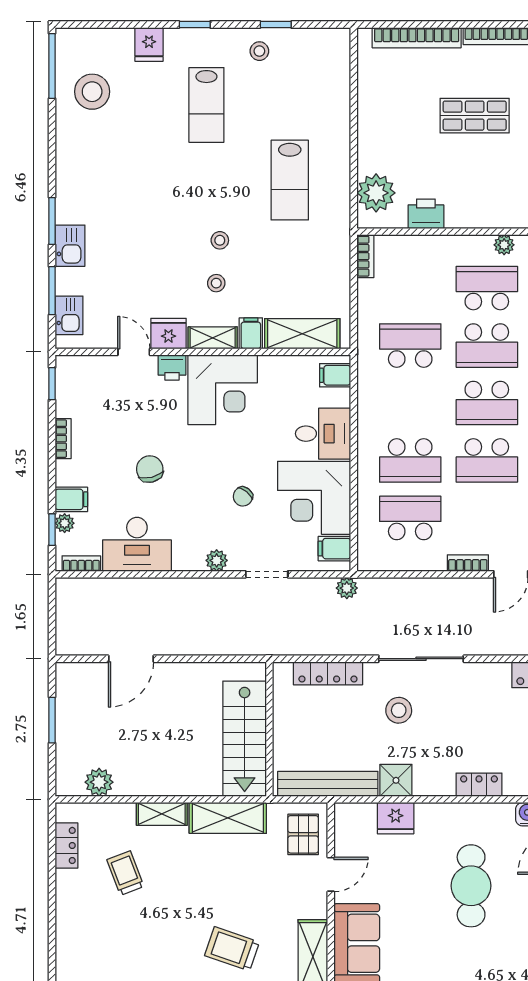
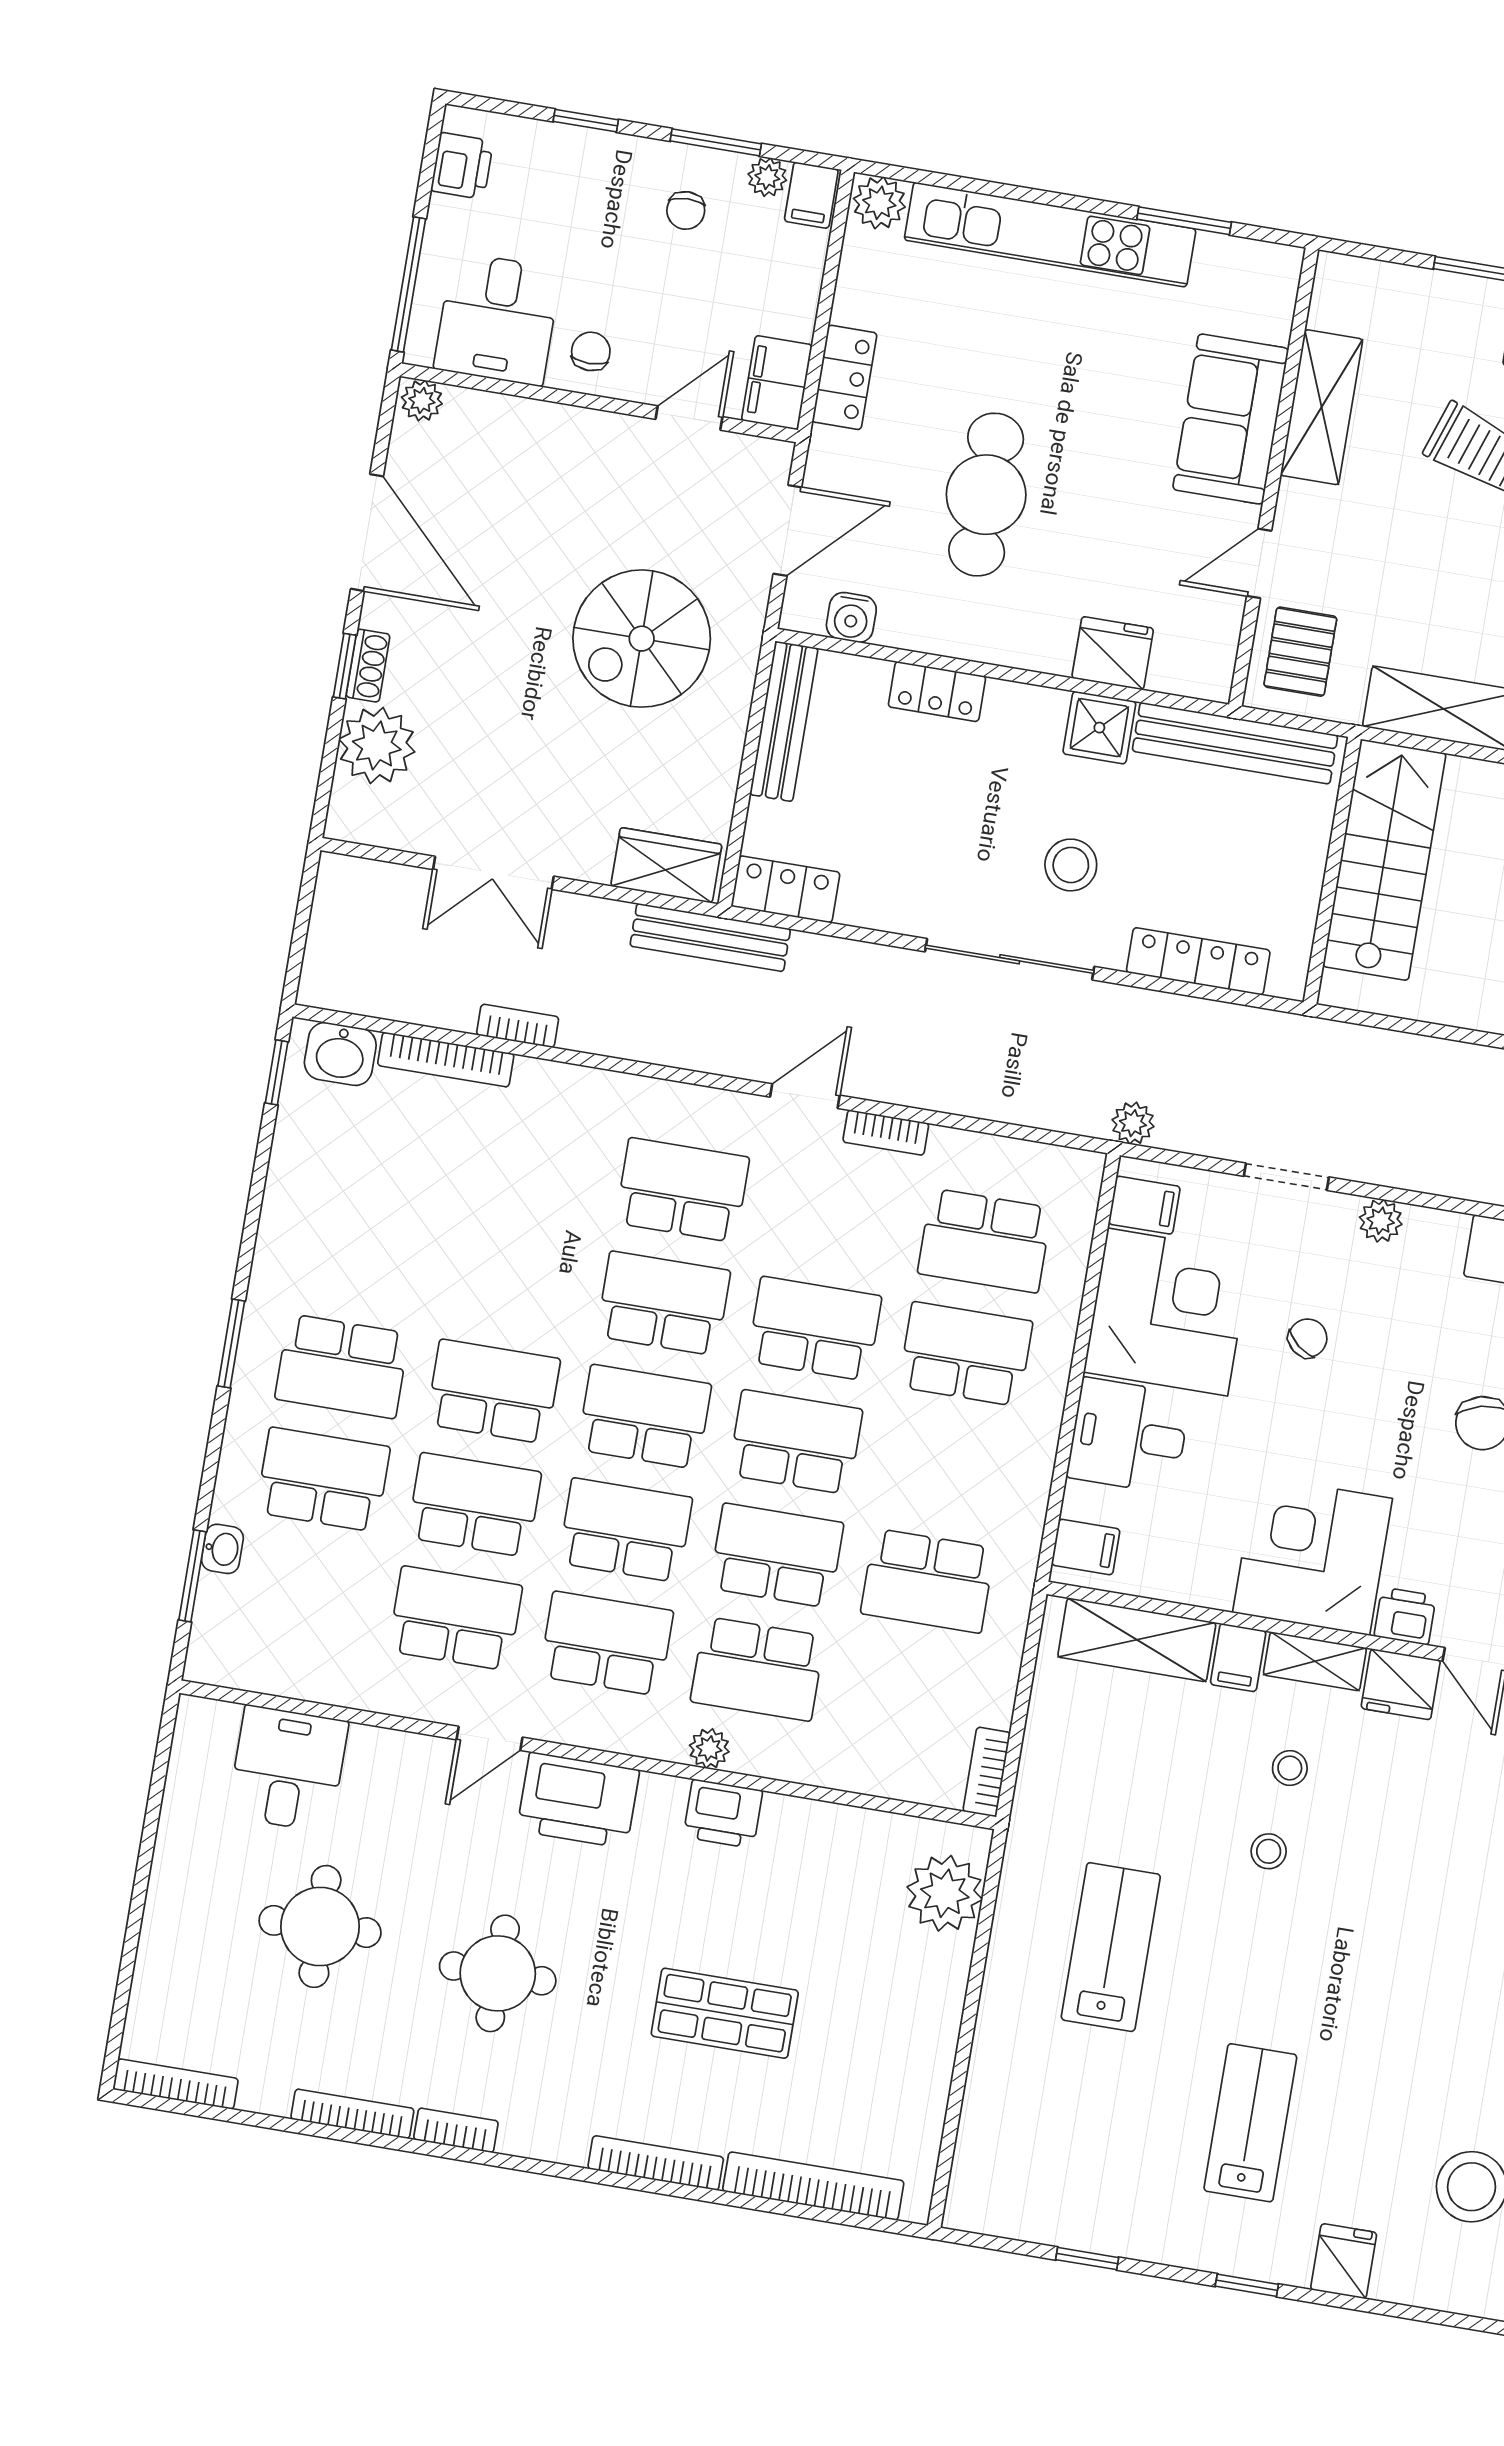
stool: (259, 51) -> (1128, 2212), removed
printer: (426, 214) -> (723, 1814), moved

